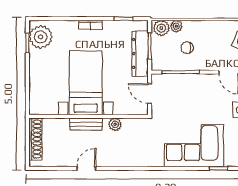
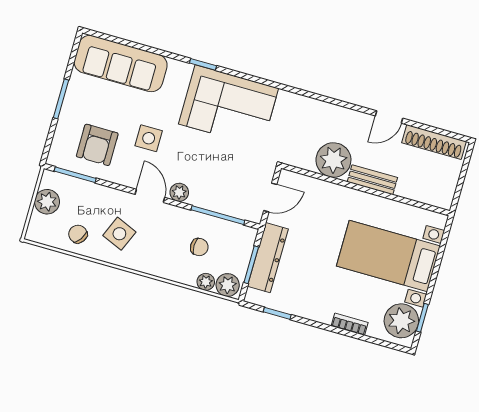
bookcase: (91, 25) -> (350, 324), moved
plant: (210, 80) -> (179, 192), added
bed with nightstands: (86, 83) -> (388, 256), moved, turned 90
door: (150, 93) -> (270, 197), hinge flipped
plant: (115, 124) -> (333, 160), width x1.87, depth x1.87
shoe rack: (35, 139) -> (434, 142), moved, turned -90

